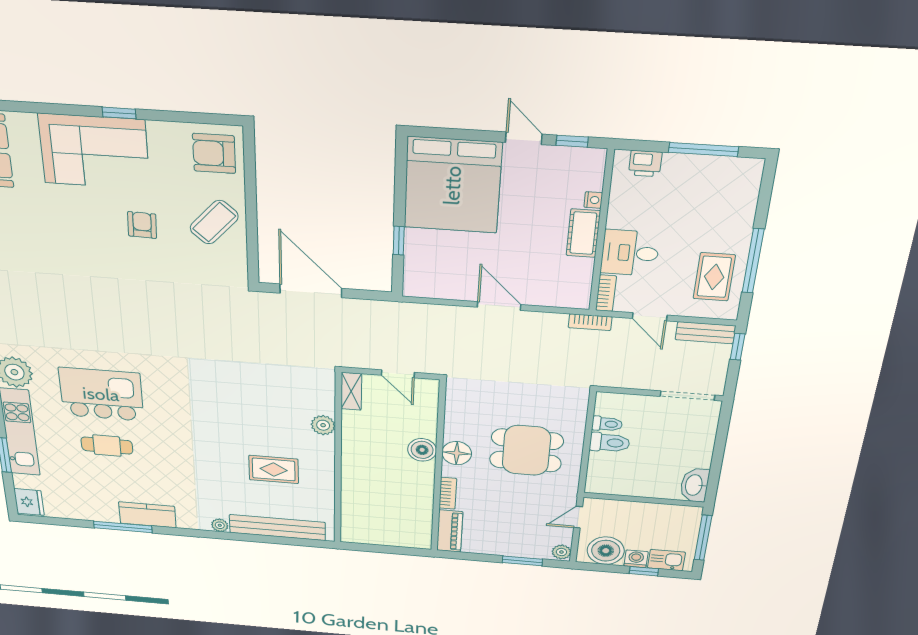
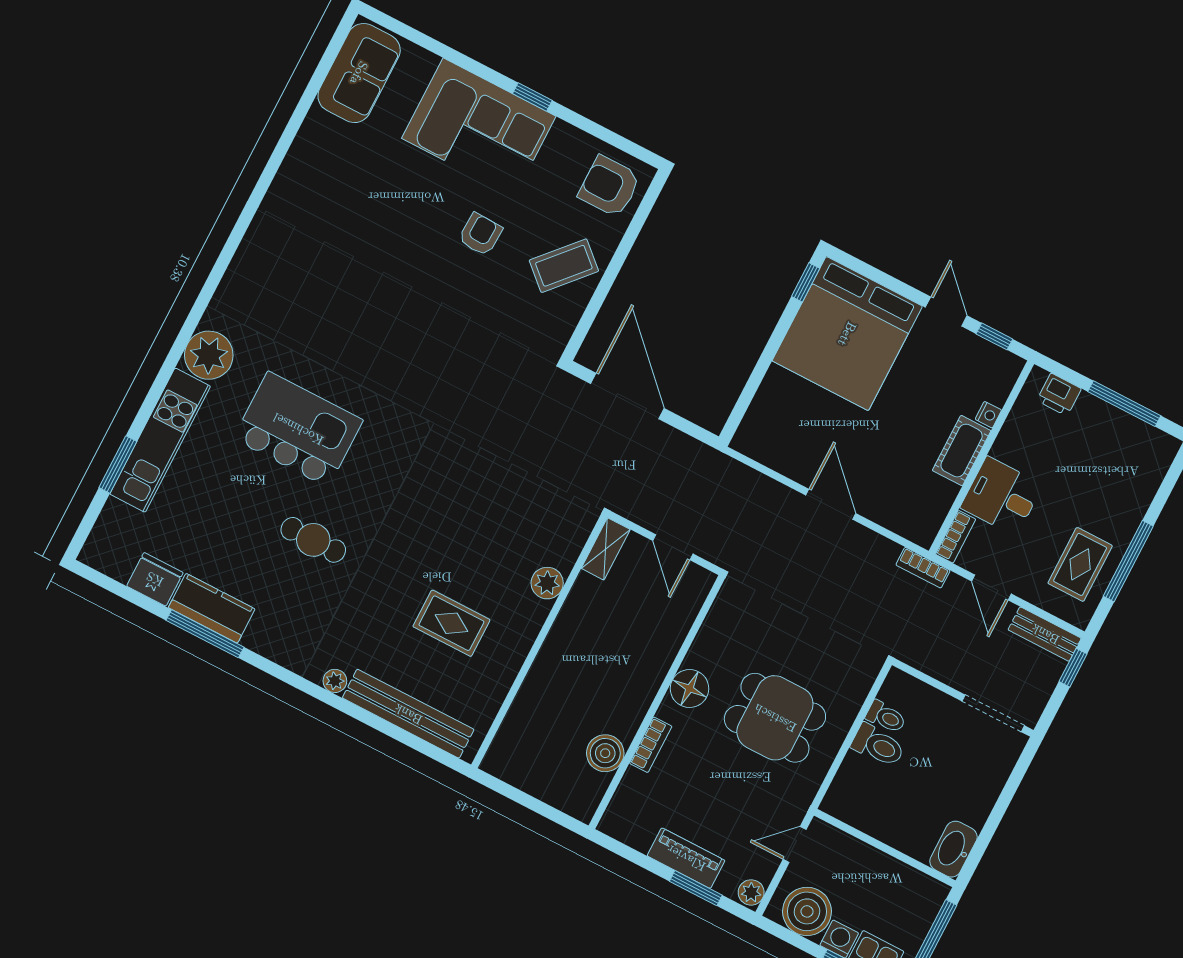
window: (399, 241) -> (806, 282), moved
cafe table: (107, 446) -> (313, 540), moved
boiler: (422, 450) -> (605, 753), moved
fridge: (29, 502) -> (155, 579), moved, turned -90
kitchen counter: (147, 515) -> (212, 608), moved
piano: (450, 531) -> (686, 858), moved, turned -90

